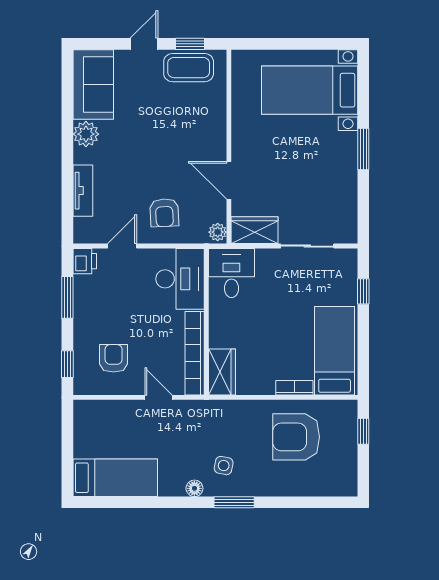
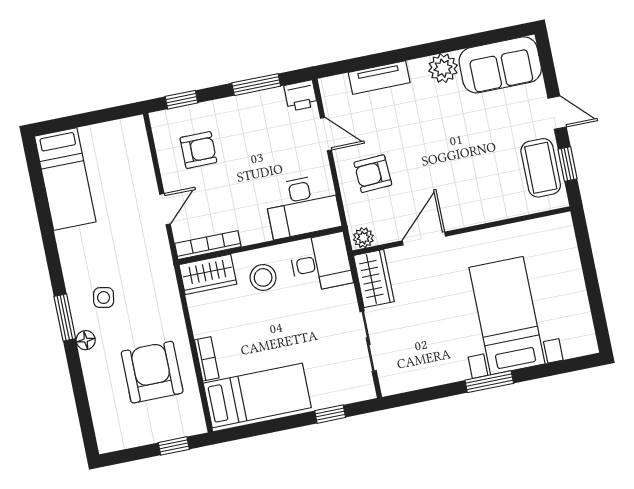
bed with nightstands: (310, 90) -> (507, 316), moved
stool: (234, 325) -> (263, 277), added
bookcase: (195, 353) -> (208, 245), width x0.68, depth x0.76
floor lamp: (194, 488) -> (86, 340), moved

